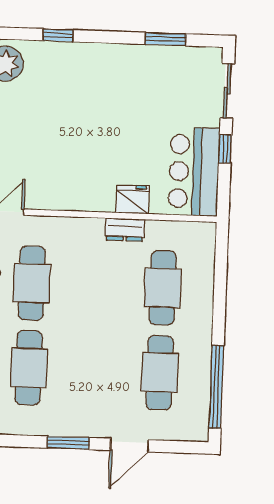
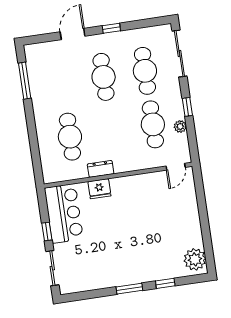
window: (166, 39) -> (129, 289), moved
cafe table: (160, 373) -> (104, 77), moved
window: (216, 387) -> (25, 81), width x0.68
window: (68, 443) -> (111, 28), width x0.67

